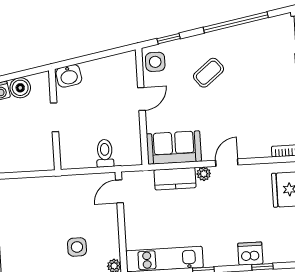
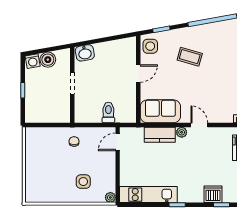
coffee table: (209, 73) -> (190, 57), turned 55
door: (227, 163) -> (199, 125), hinge flipped
chair: (62, 194) -> (74, 141), added

